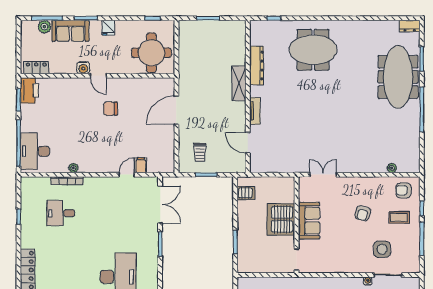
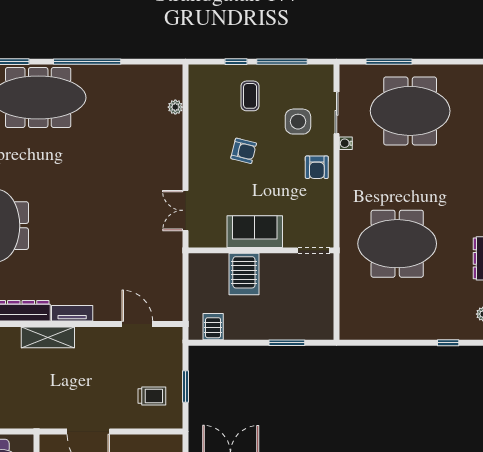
tv unit: (255, 111) -> (72, 313), moved
door: (248, 143) -> (137, 324), swing flipped
armchair: (403, 190) -> (317, 167), moved
server rack: (281, 219) -> (244, 274), width x0.62

